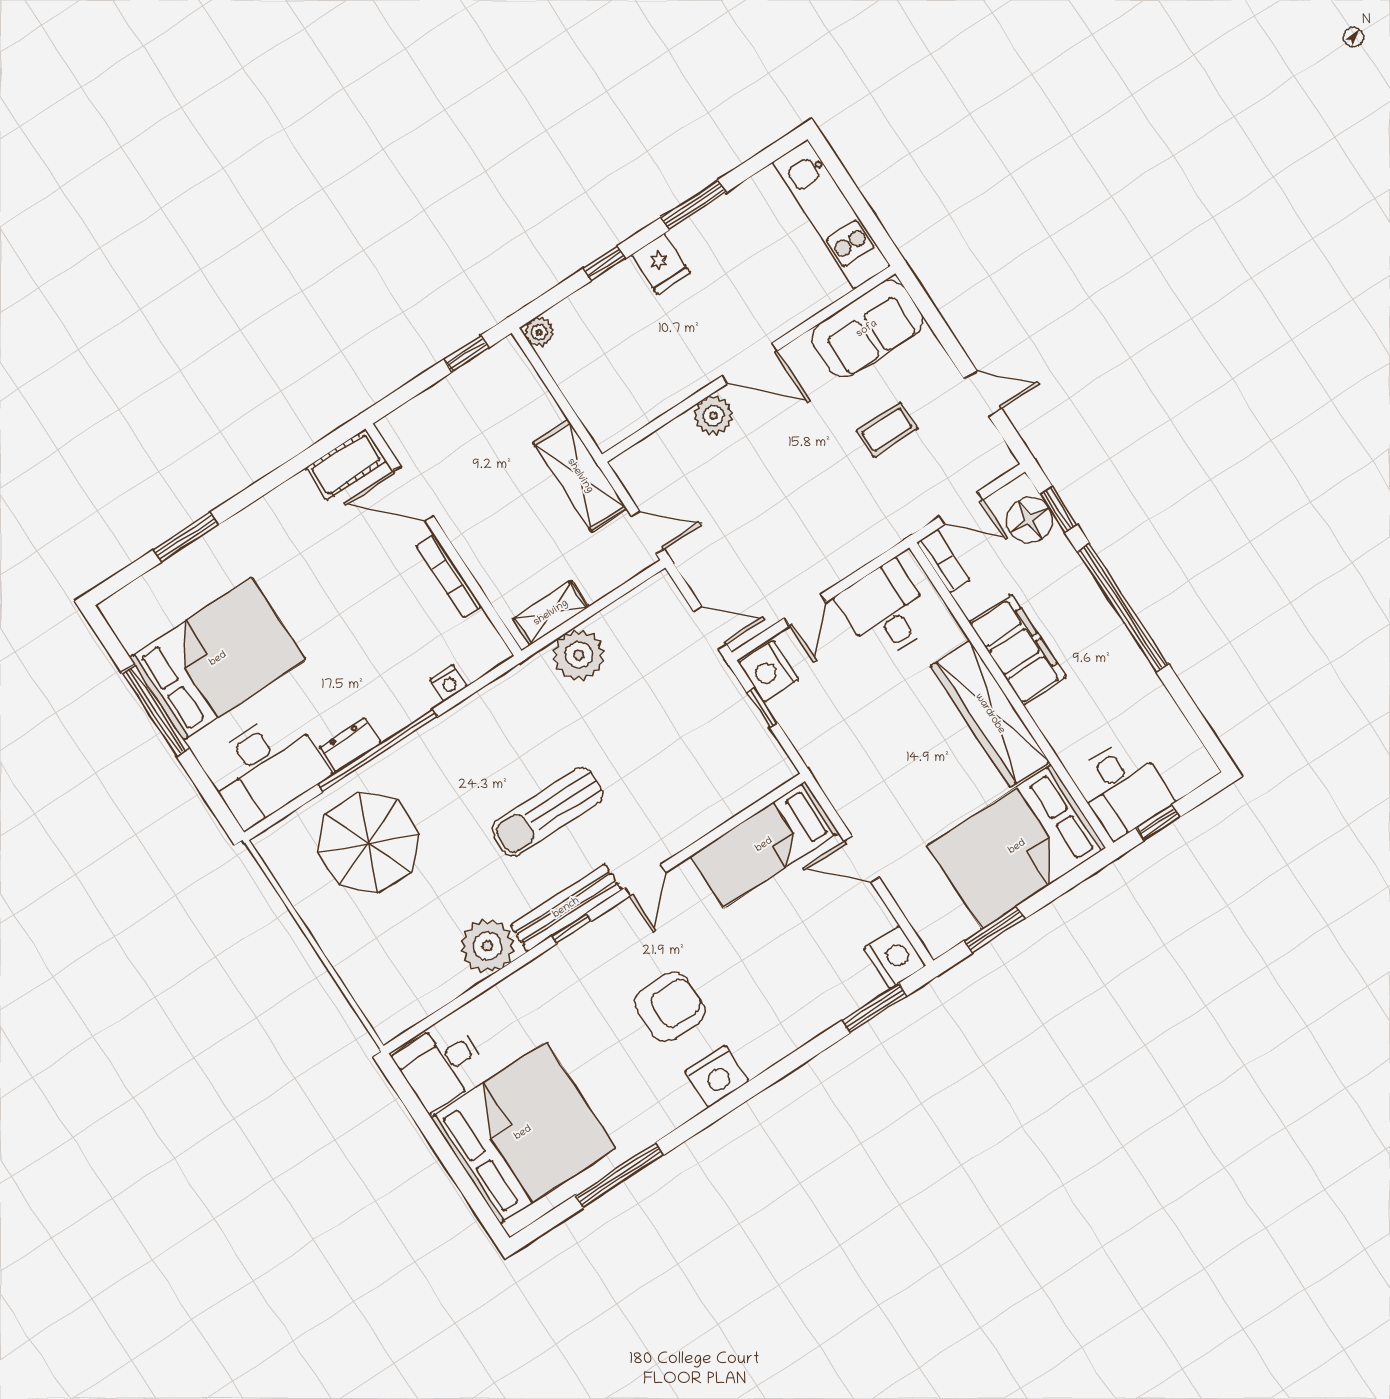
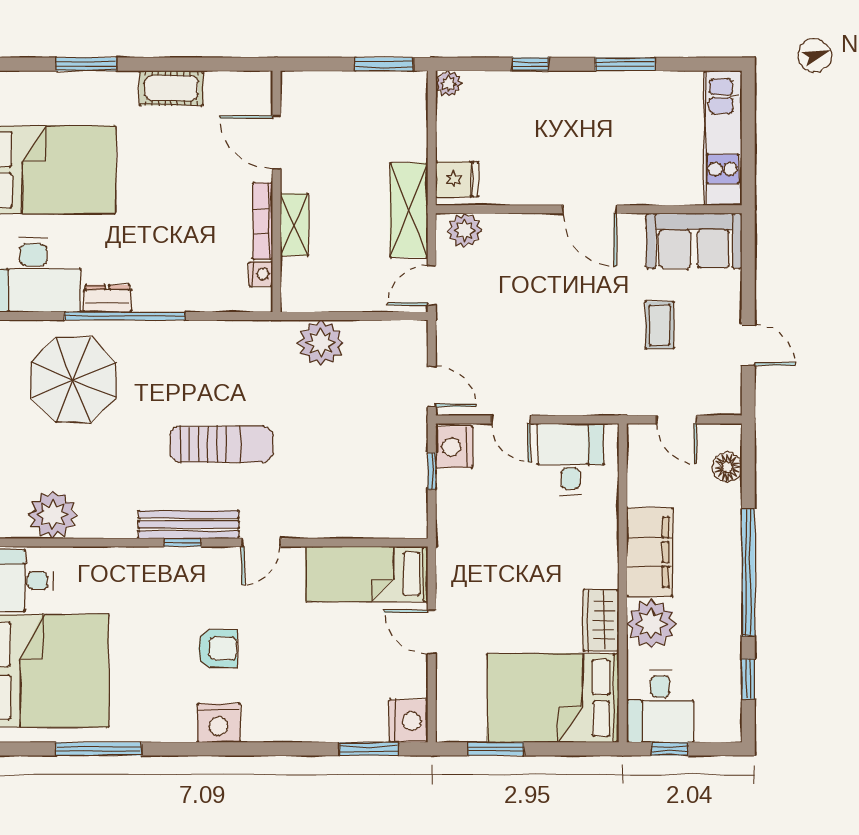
fridge: (661, 264) -> (457, 179), moved, turned -90
window: (466, 354) -> (384, 64), width x1.50
plant: (713, 415) -> (465, 230), moved
coffee table: (887, 430) -> (660, 325), turned 90
cot: (346, 464) -> (171, 88), moved
window: (1059, 509) -> (748, 679), moved
floor lamp: (1029, 520) -> (727, 467), width x0.73, depth x0.73
door: (648, 533) -> (432, 285), swing flipped
bookcase: (943, 561) -> (637, 450), removed
door: (805, 610) -> (511, 419), hinge flipped
shelving: (551, 613) -> (294, 225), moved, turned 90
nightstand: (449, 683) -> (261, 274), moved, turned -90
wardrobe: (990, 714) -> (601, 620), width x0.48, depth x0.85
plant: (1063, 716) -> (651, 624), added
sun lounger: (548, 812) -> (221, 444), turned 180
plant: (487, 946) -> (53, 515), moved
armchair: (670, 1007) -> (218, 649), width x0.72, depth x0.72

